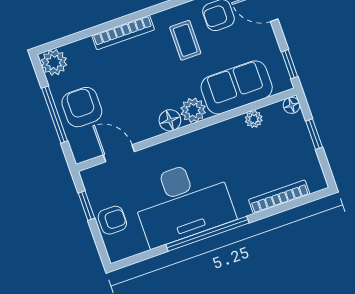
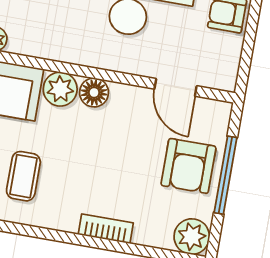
bookcase: (123, 33) -> (106, 229), width x0.64
window: (86, 206) -> (248, 47), removed

